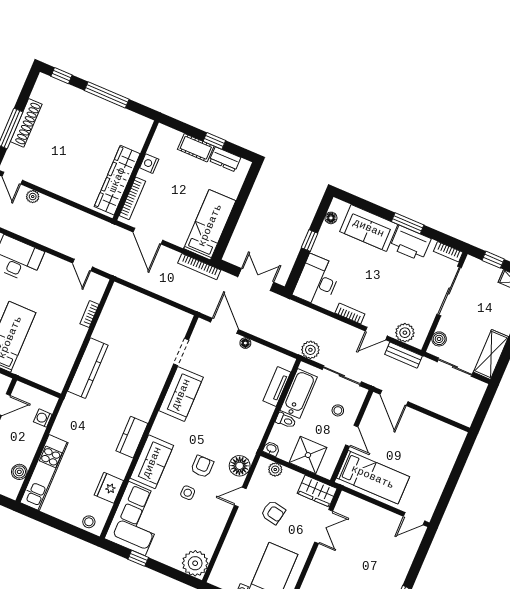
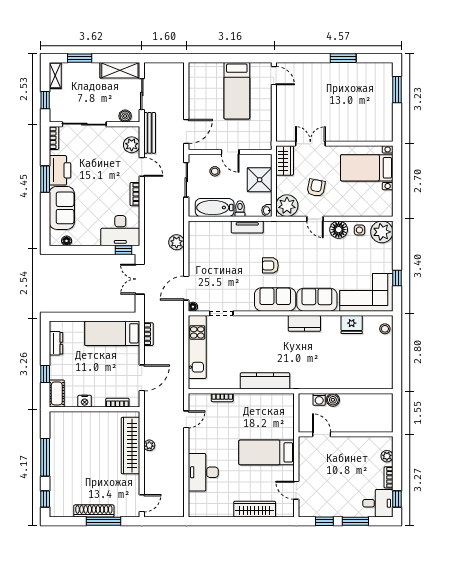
window: (214, 141) -> (45, 374), moved
cot: (196, 148) -> (57, 393), moved
wardrobe: (117, 180) -> (130, 446), moved, turned 90
plant: (33, 197) -> (149, 445), moved
bookcase: (132, 198) -> (117, 403), width x0.64
window: (310, 240) -> (124, 250), moved
bookcase: (199, 267) -> (148, 334), width x0.64
floor lamp: (245, 343) -> (193, 307), moved
plant: (310, 350) -> (177, 242), moved
bench: (403, 355) -> (150, 133), width x1.36
tv unit: (277, 386) -> (247, 227), moved
sofa: (181, 394) -> (275, 299), moved
door: (352, 436) -> (230, 152), swing flipped
floor lamp: (240, 466) -> (339, 230), moved
armchair: (202, 467) -> (270, 265), moved
plant: (275, 470) -> (287, 206), width x1.87, depth x1.87
boiler: (19, 472) -> (333, 400), moved
kitchen unit: (44, 473) -> (197, 347), moved, turned 90
bed: (373, 477) -> (237, 91), moved, turned 180
side table: (188, 493) -> (359, 230), moved

